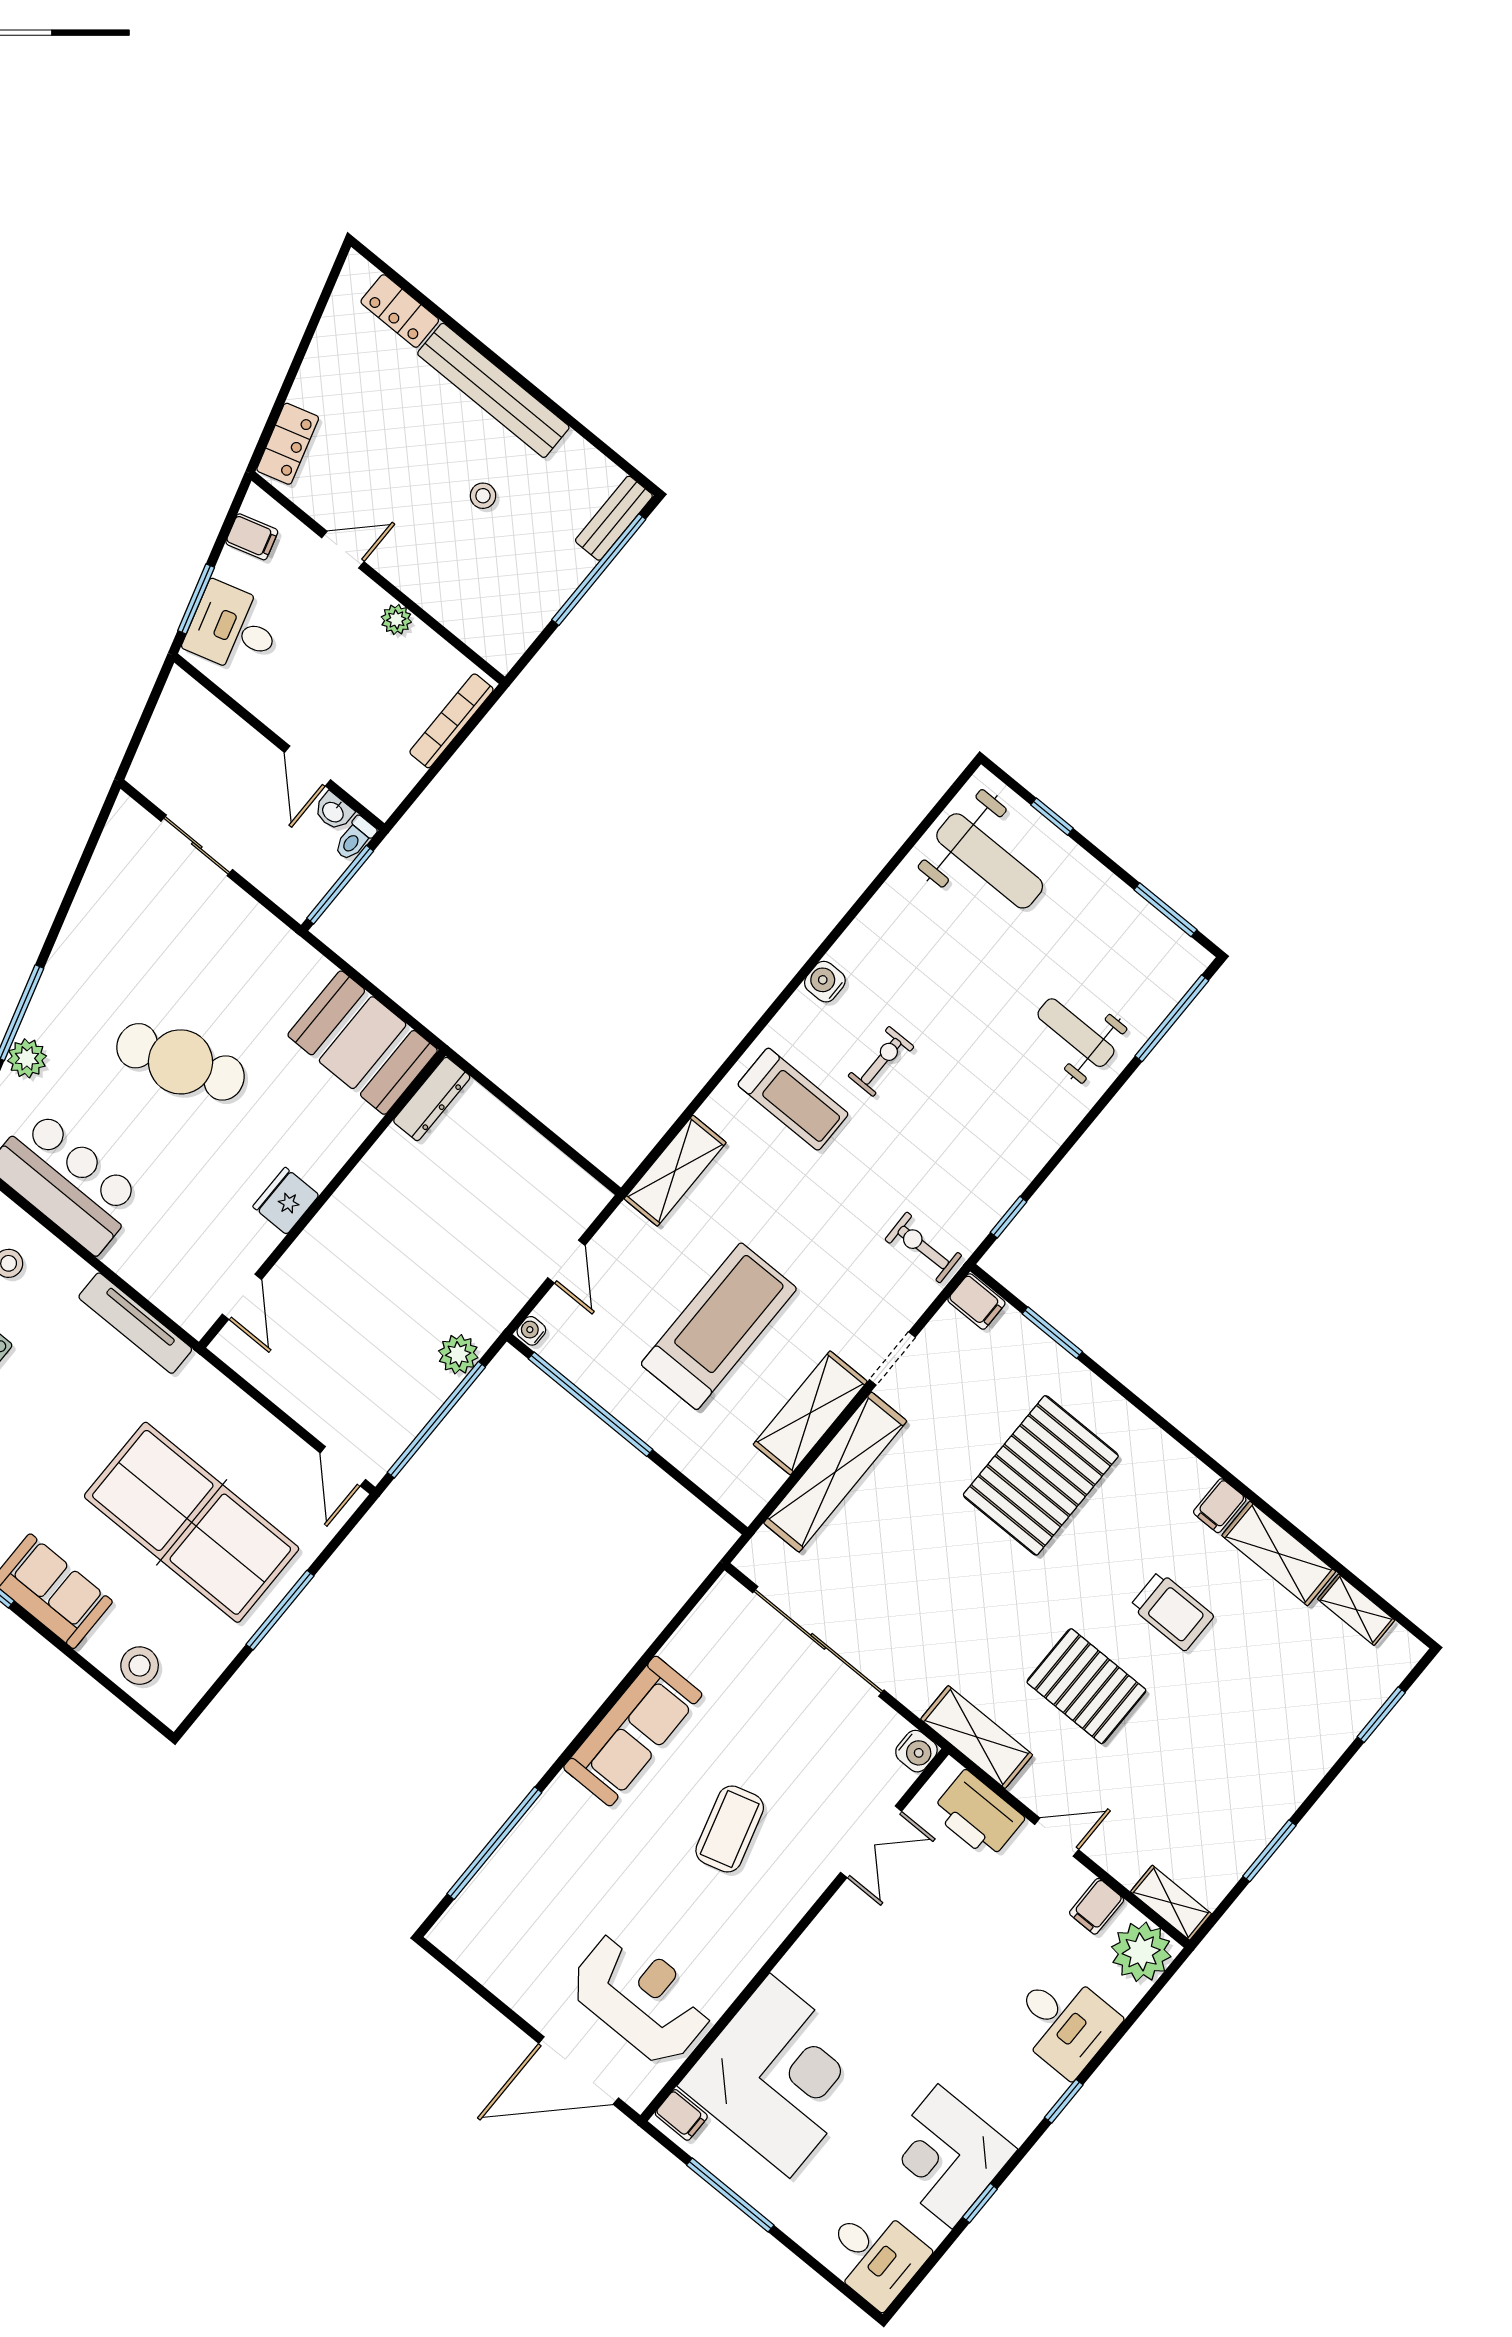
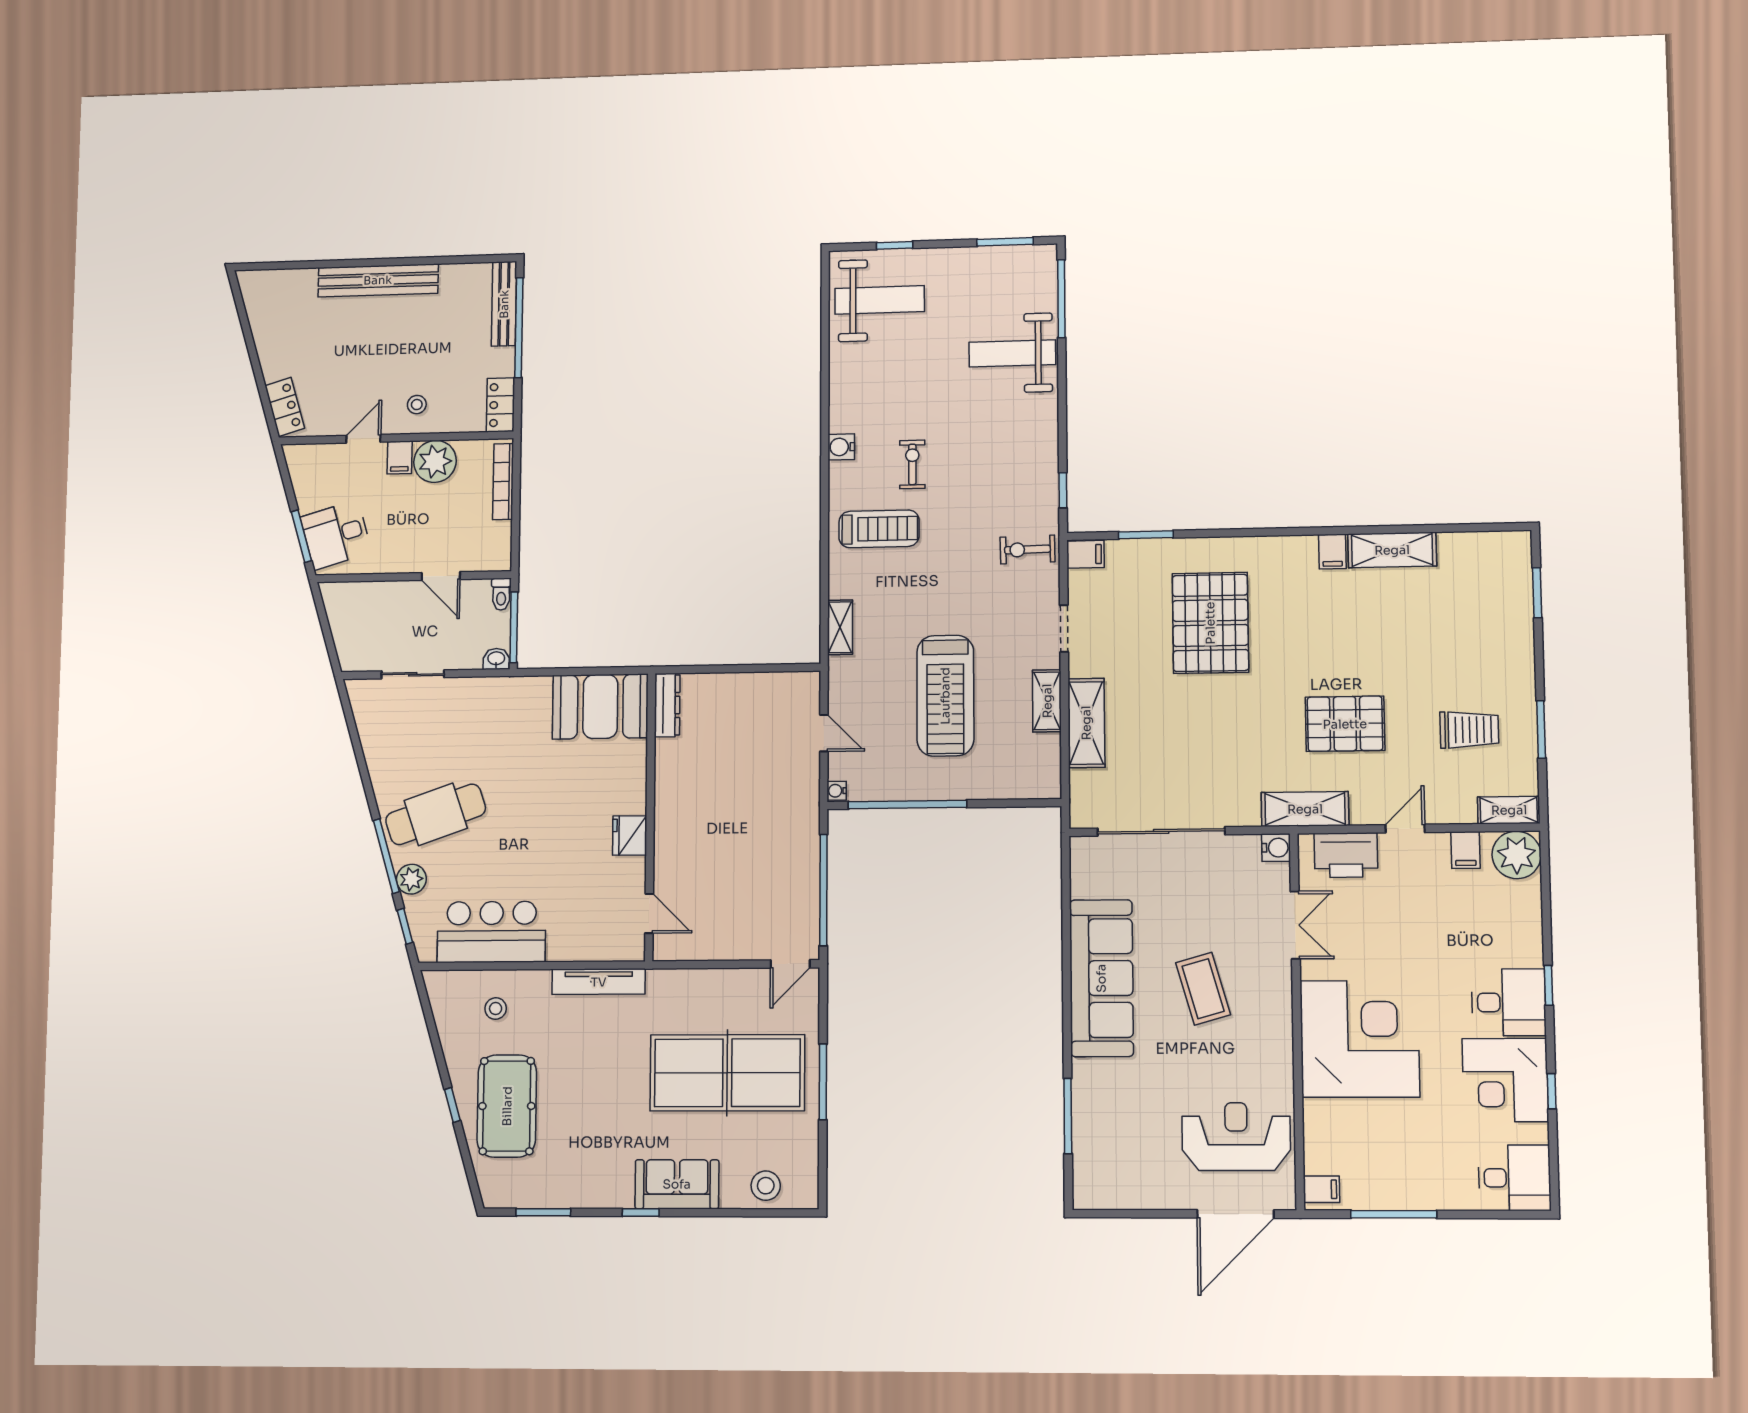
locker: (400, 311) -> (501, 405), moved, turned 90
stool: (483, 496) -> (417, 405), moved
bench: (614, 518) -> (504, 304), width x1.36
filing cabinet: (252, 537) -> (400, 458), moved, turned 106
plant: (396, 619) -> (435, 461), width x1.87, depth x1.87
washbasin: (333, 811) -> (496, 659), moved, turned 180
weight bench: (1076, 1033) -> (1012, 353), width x1.36, depth x1.33
cafe table: (181, 1062) -> (436, 814), moved
shelving: (675, 1171) -> (840, 627), width x0.67, depth x0.75
treadmill: (719, 1326) -> (945, 696), turned 180
plant: (458, 1354) -> (805, 841), removed
shelving: (810, 1413) -> (1047, 701), width x0.67, depth x0.75
door: (343, 1466) -> (790, 964), hinge flipped
shelving: (835, 1472) -> (1086, 723), width x0.68
shelving: (1356, 1610) -> (1467, 544), removed
trolley: (1172, 1611) -> (1469, 730), moved
sofa: (633, 1731) -> (1101, 978), width x1.36, depth x1.27
window: (494, 1843) -> (1068, 1116), width x0.68
desk: (1064, 2022) -> (1509, 1002), moved
corner desk: (780, 2076) -> (1360, 1039), moved

